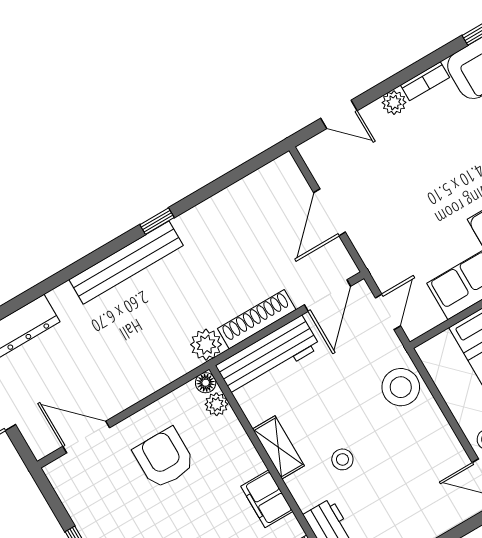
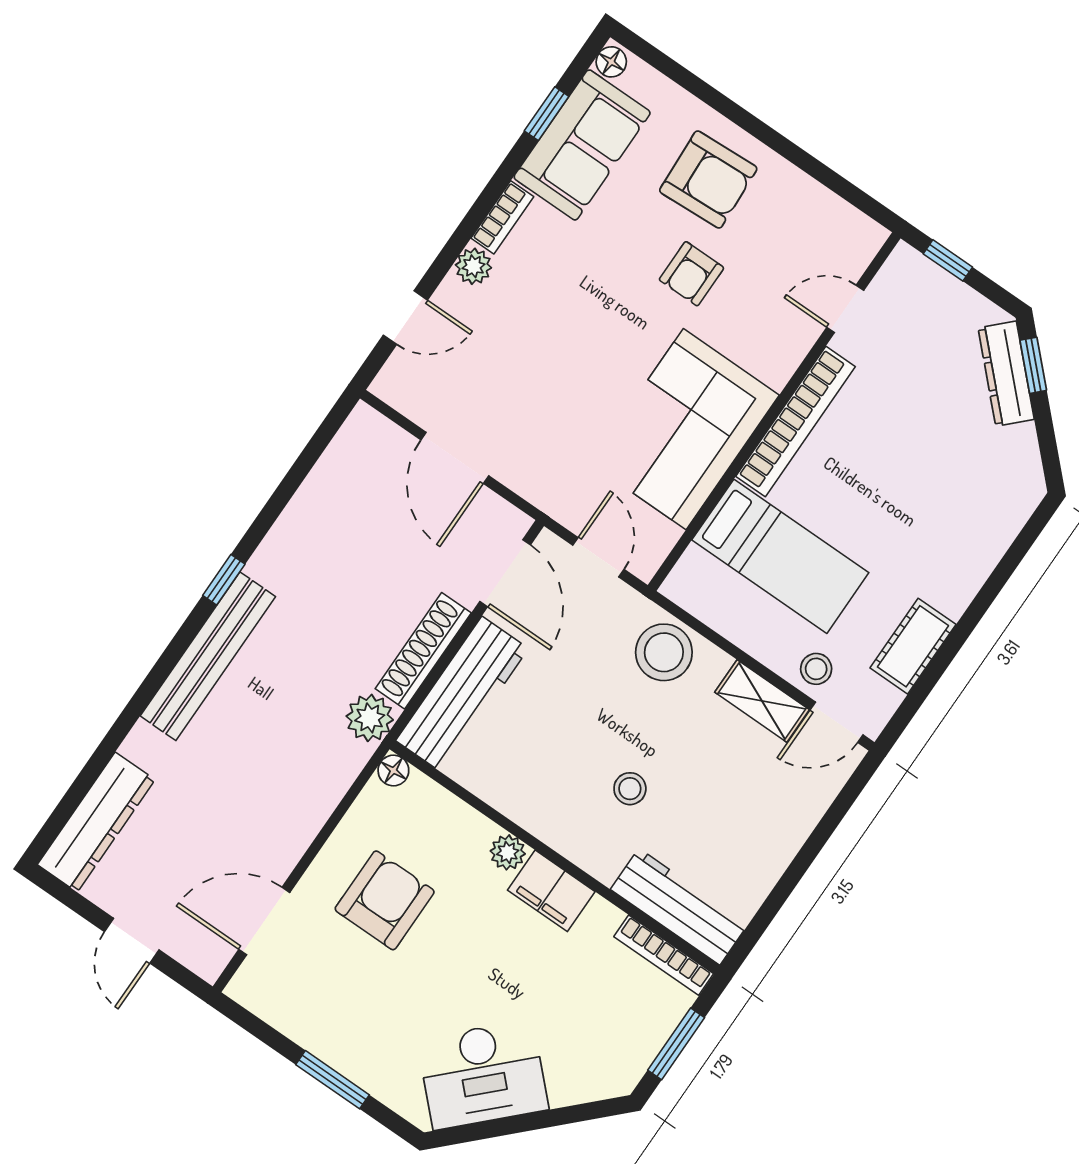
plant: (216, 404) -> (508, 852), moved
shelving: (278, 447) -> (762, 701), moved
armchair: (164, 458) -> (385, 900), turned 90

